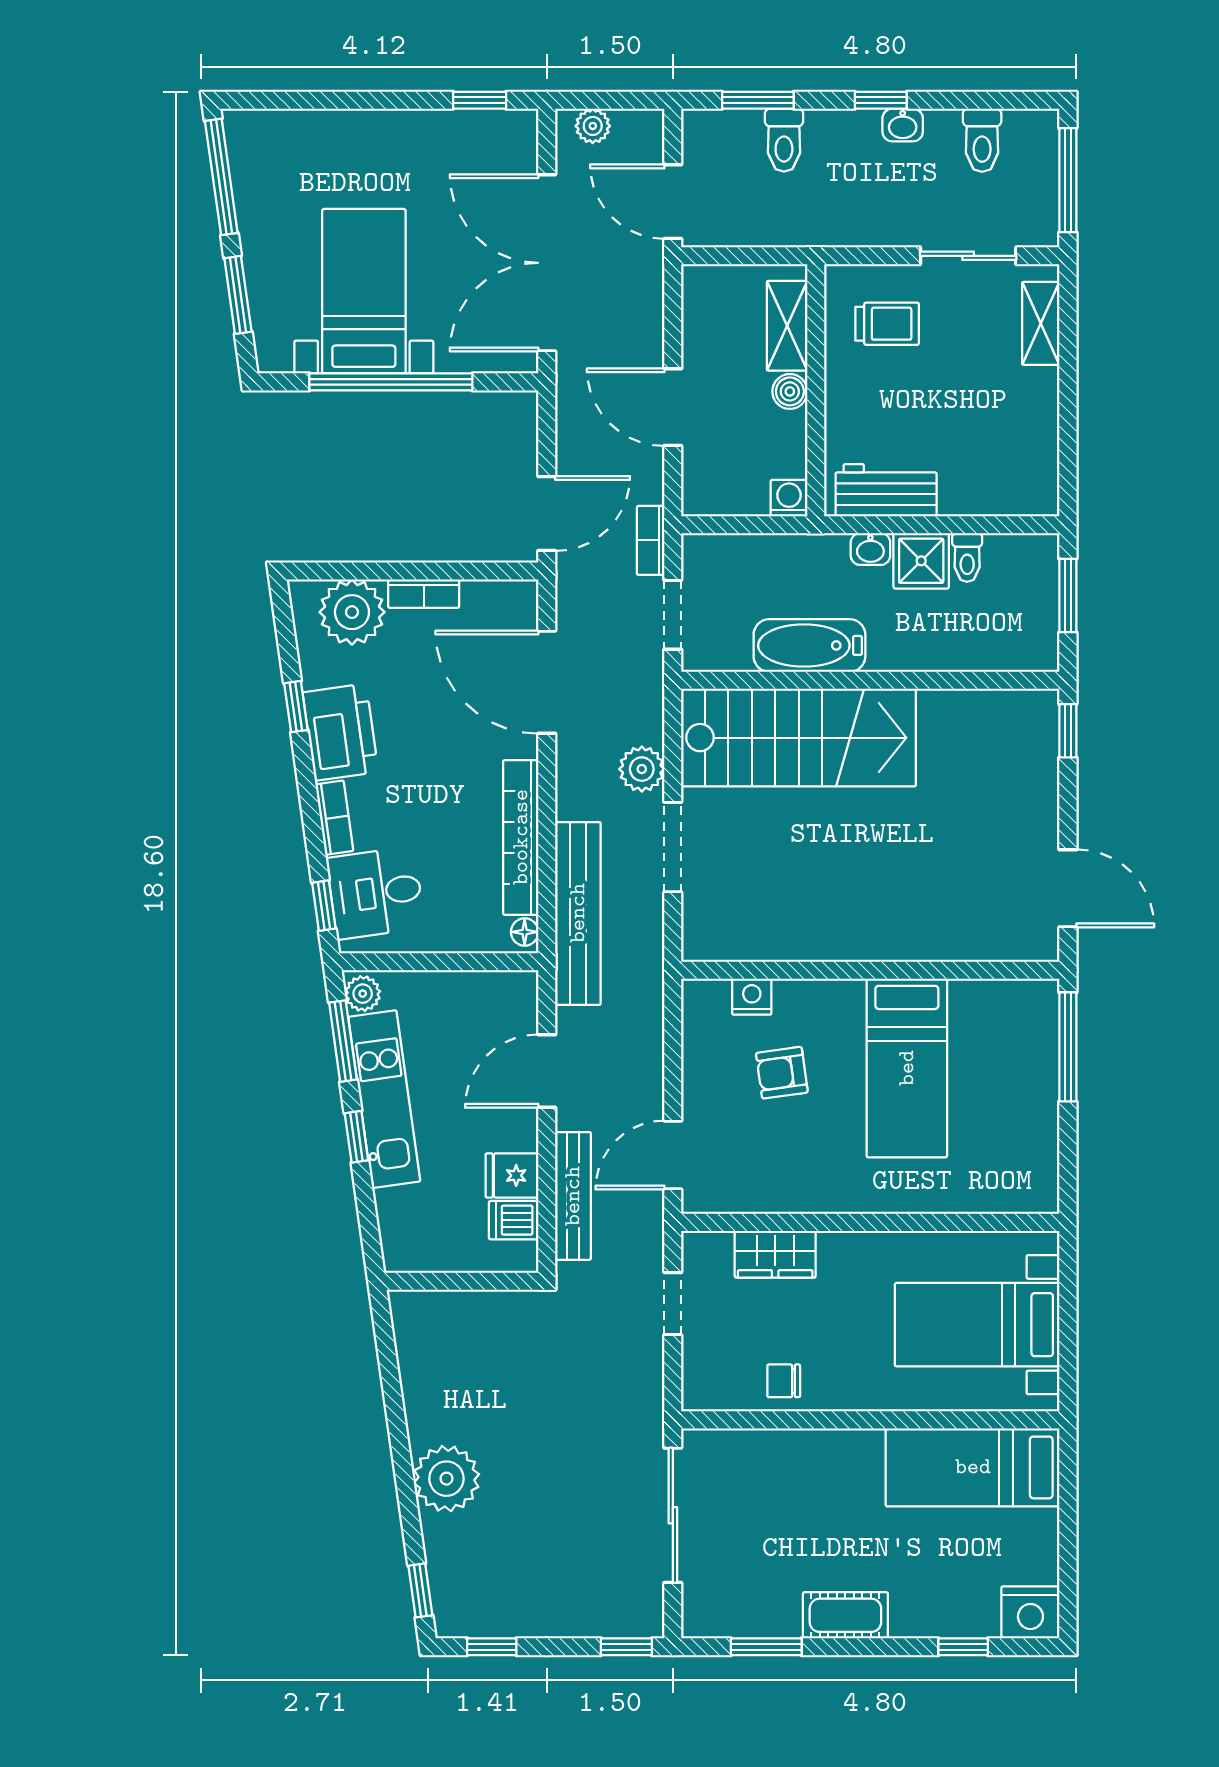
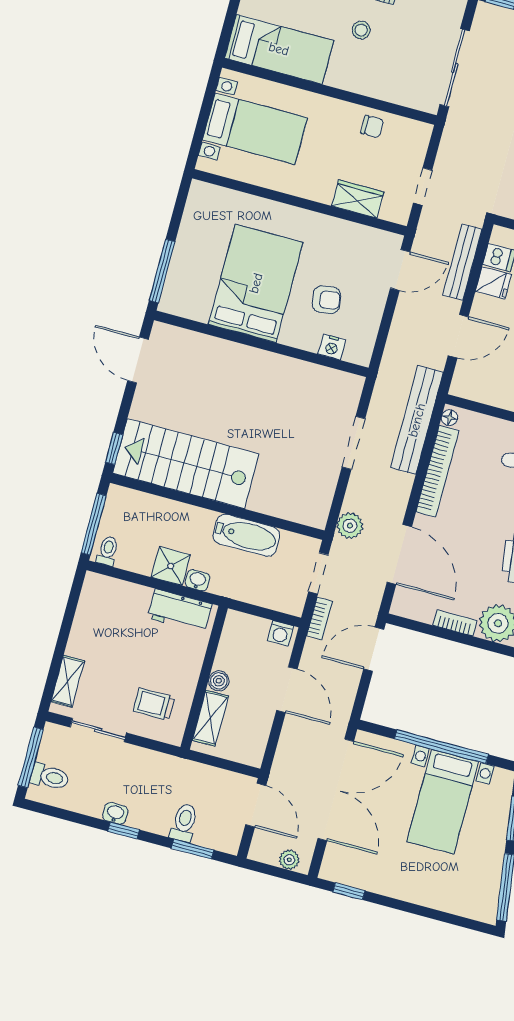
toilet: (982, 140) -> (50, 777), moved, turned 90
washing machine: (789, 498) -> (280, 633), moved
toilet: (967, 557) -> (108, 551), moved
window: (1068, 596) -> (94, 524), width x1.44
stairs: (799, 738) -> (186, 464), moved
plant: (642, 769) -> (350, 526), moved
bed: (907, 1068) -> (256, 283), width x1.50
stool: (845, 1536) -> (361, 30), added

